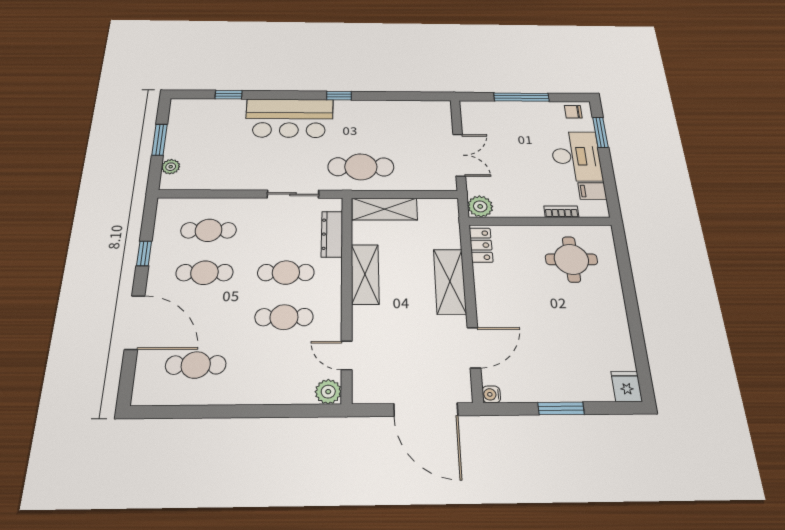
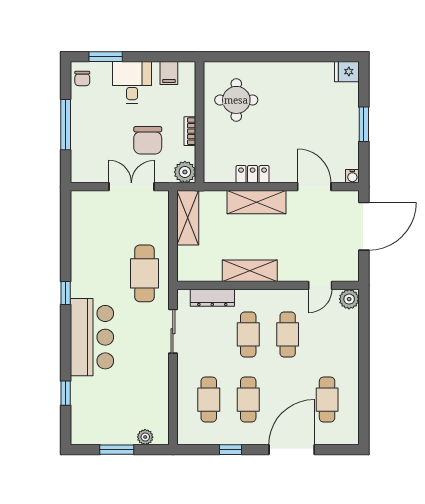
desk: (576, 156) -> (132, 82), width x0.73
chair: (513, 170) -> (148, 140), added
shelving: (385, 209) -> (188, 218), moved
bookcase: (561, 212) -> (190, 131), moved
locker: (481, 245) -> (253, 174), moved

